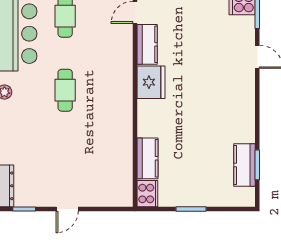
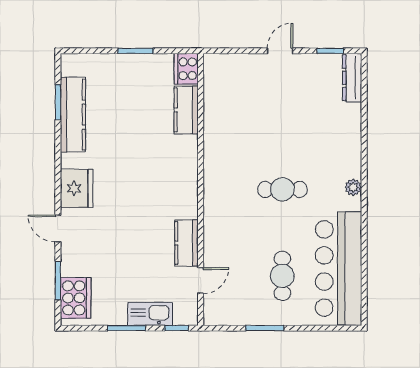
fridge: (151, 82) -> (77, 188), moved, turned 180
cafe table: (65, 90) -> (282, 189), turned 90
kitchen counter: (245, 165) -> (73, 115), width x1.50

